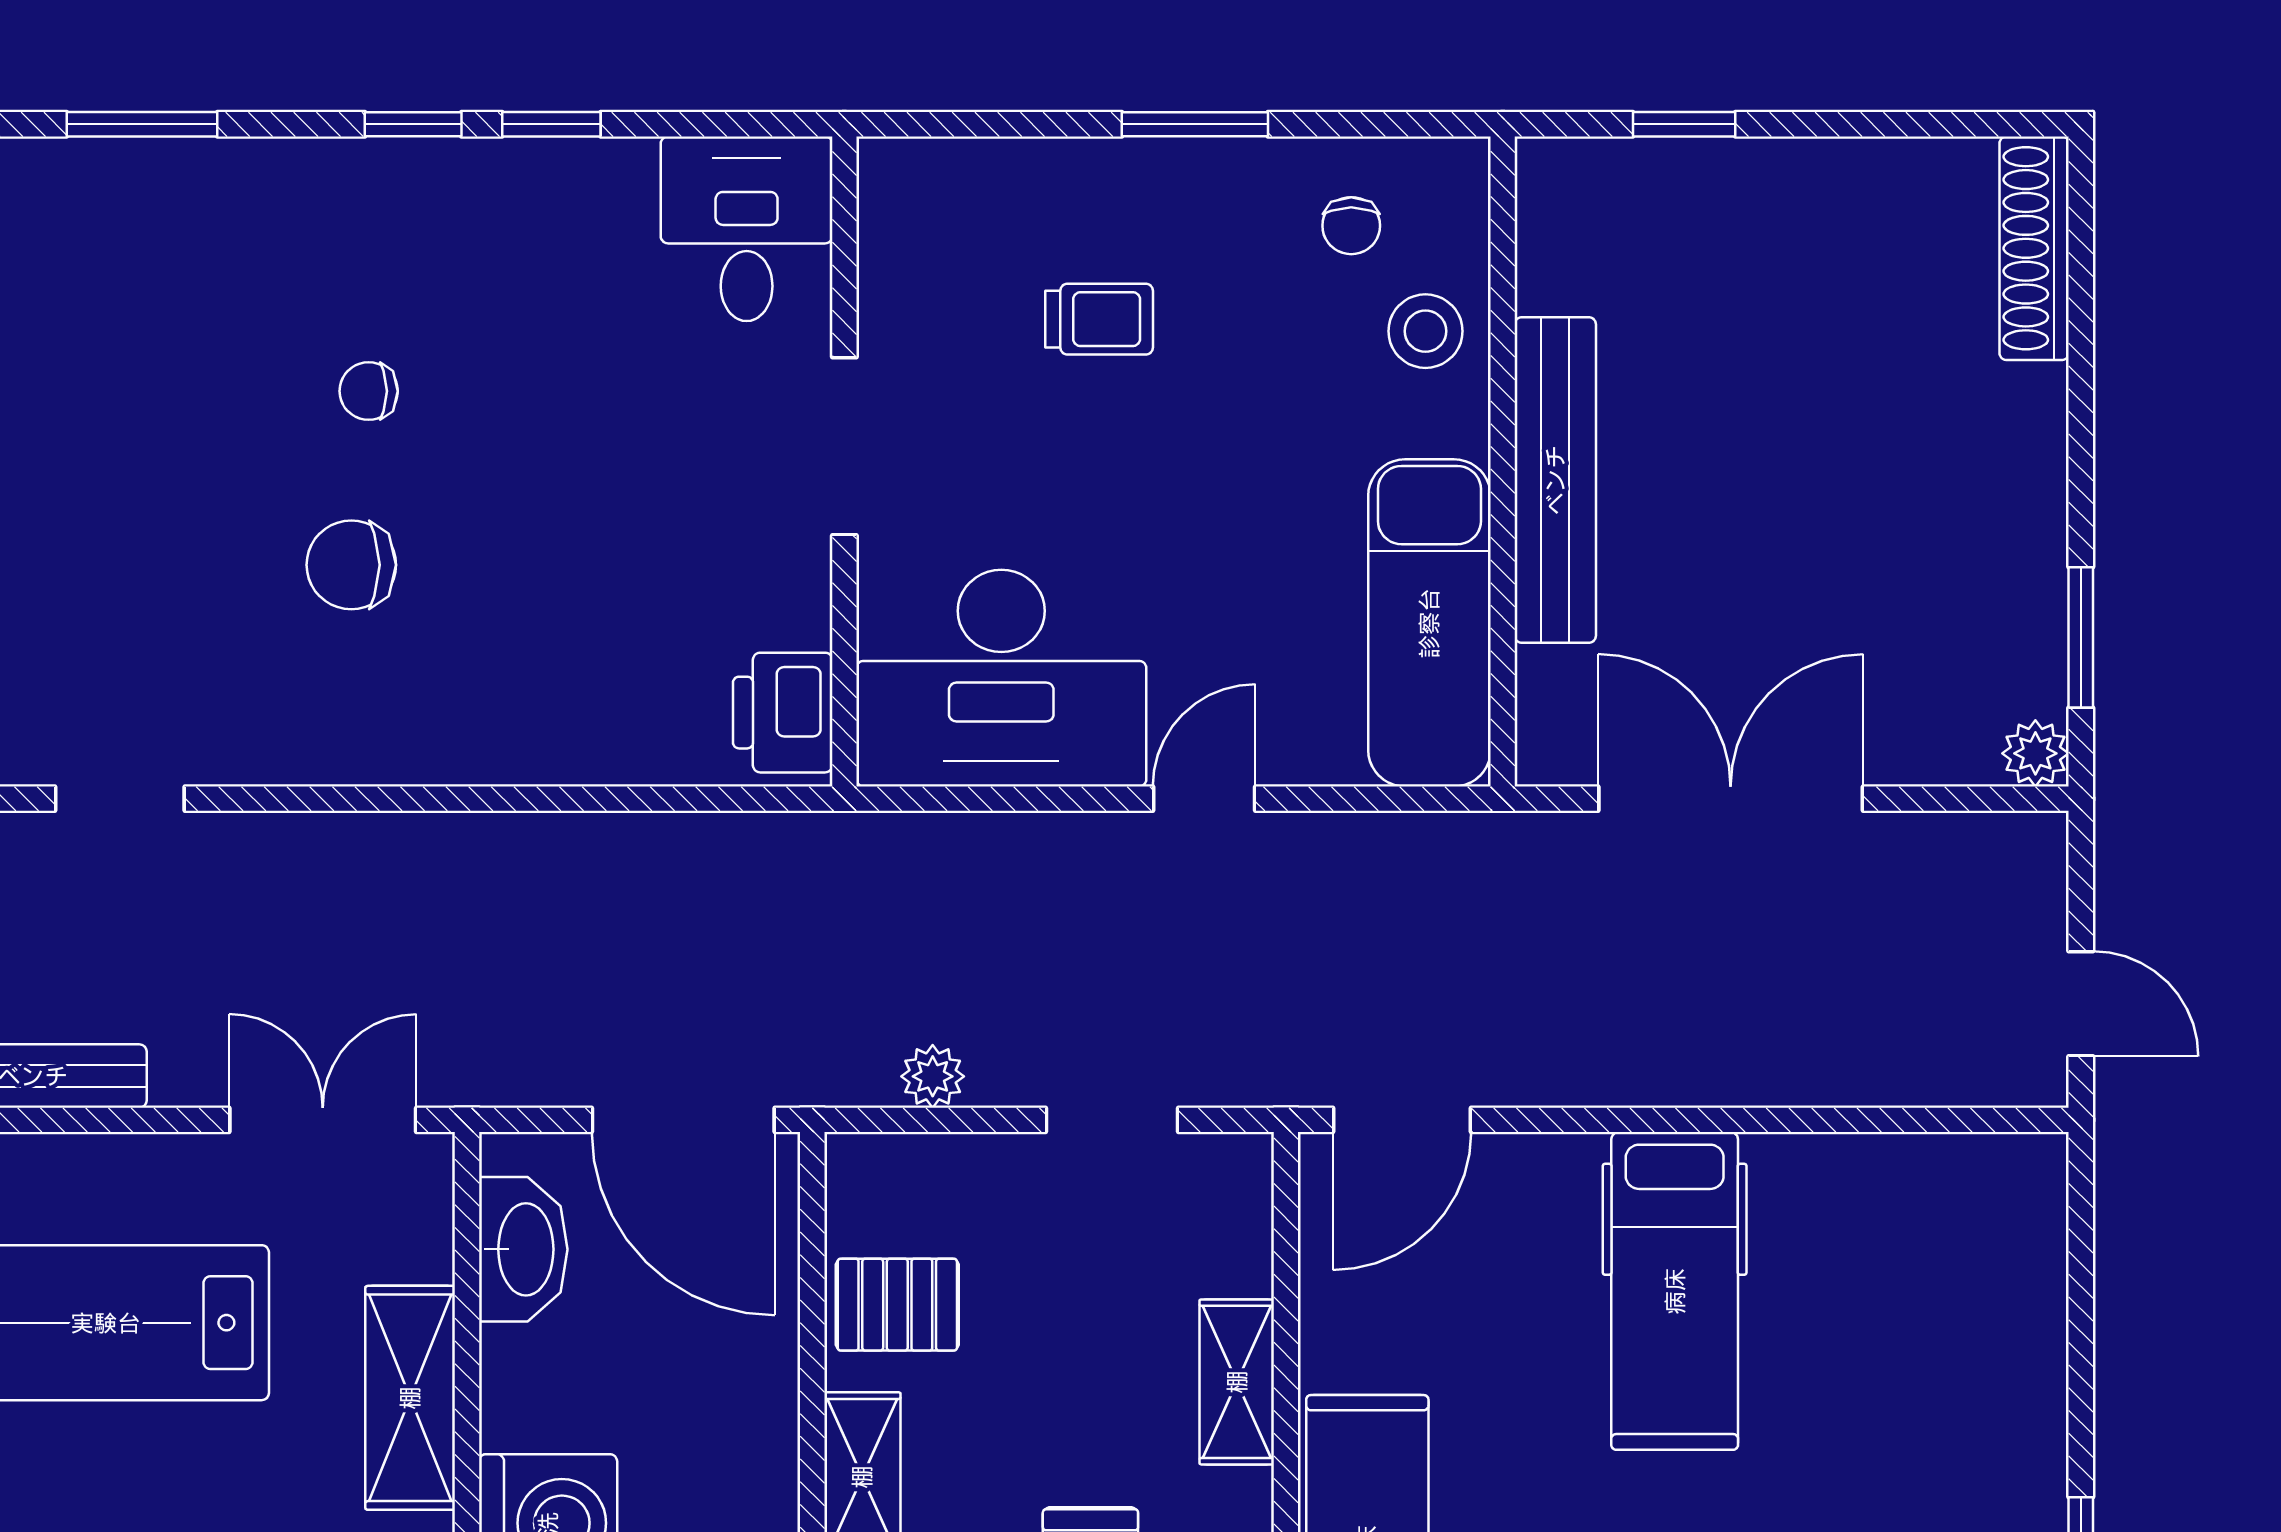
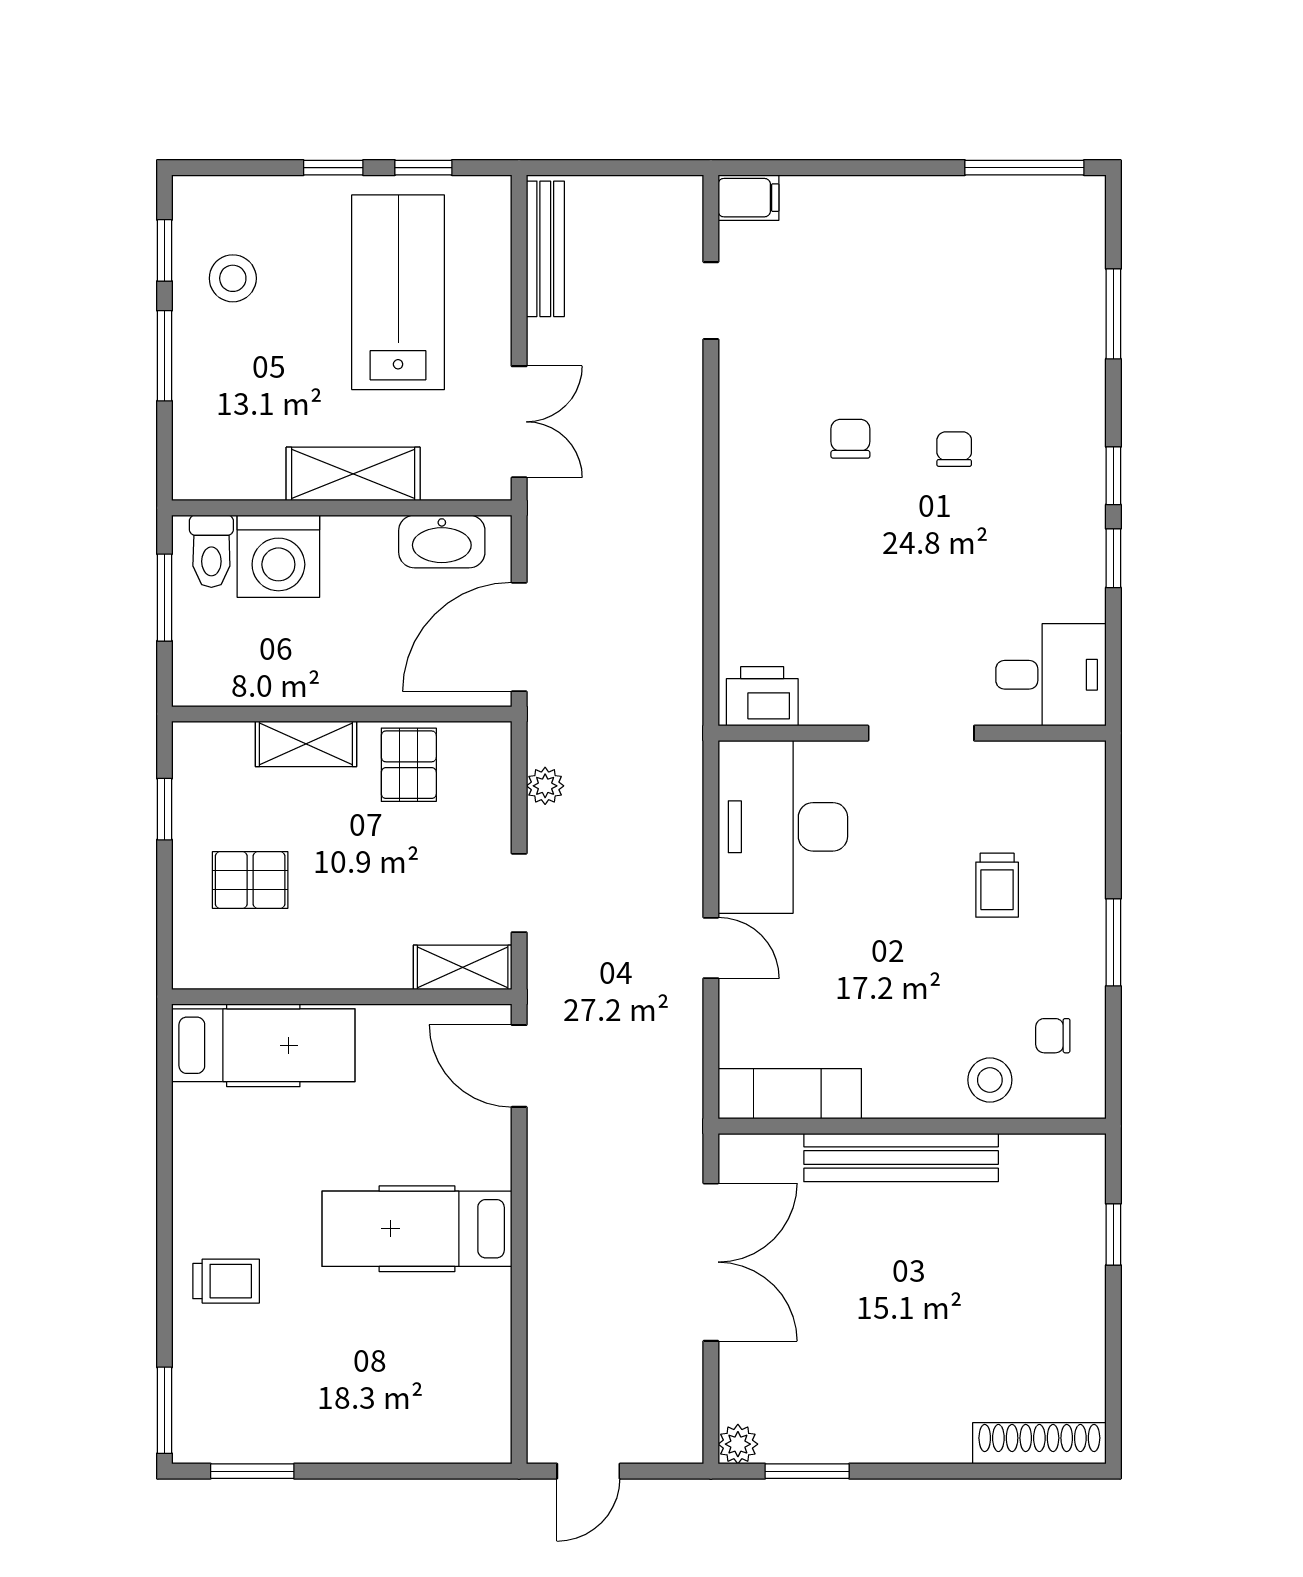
chair: (351, 565) -> (850, 439), width x0.73, depth x0.73
exam couch: (1429, 623) -> (790, 1094), width x0.73, depth x0.69
shelving: (1237, 1382) -> (463, 967), moved

